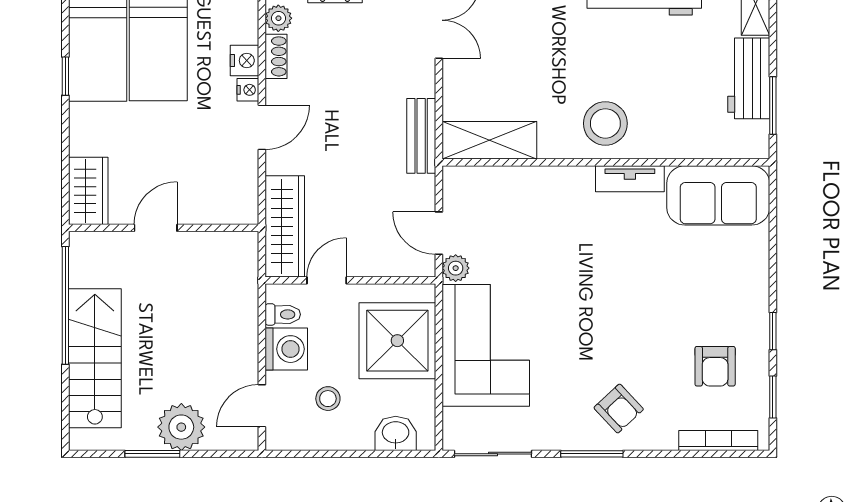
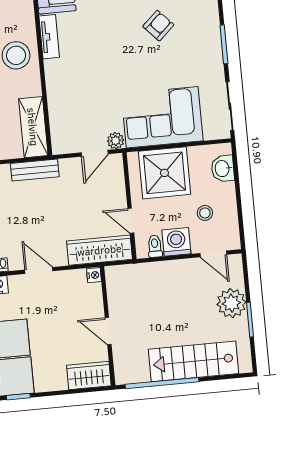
nightstand: (248, 90) -> (94, 275), moved, turned 90
armchair: (619, 409) -> (158, 26), moved

